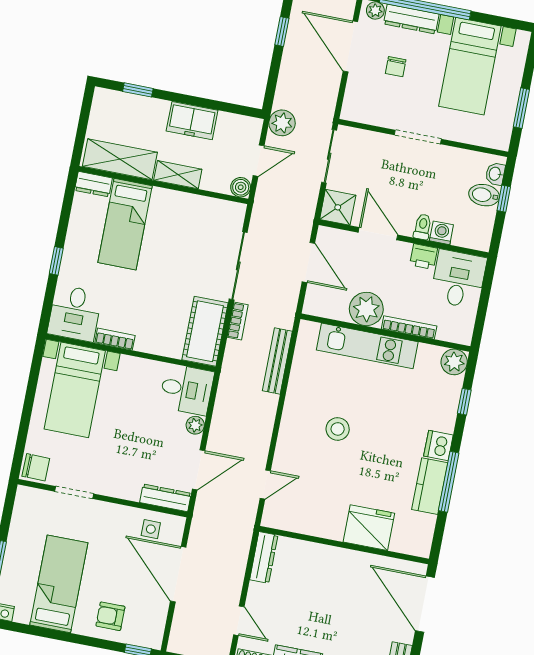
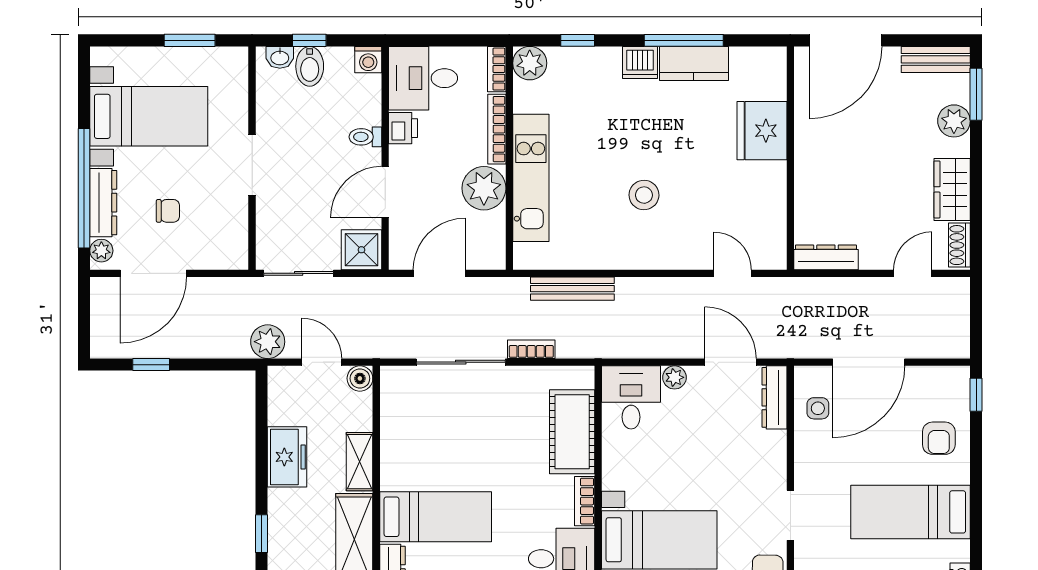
washing machine: (441, 233) -> (368, 60), moved, turned -90
cot: (205, 331) -> (572, 432), moved, turned 90
bookcase: (455, 336) -> (497, 69), added

